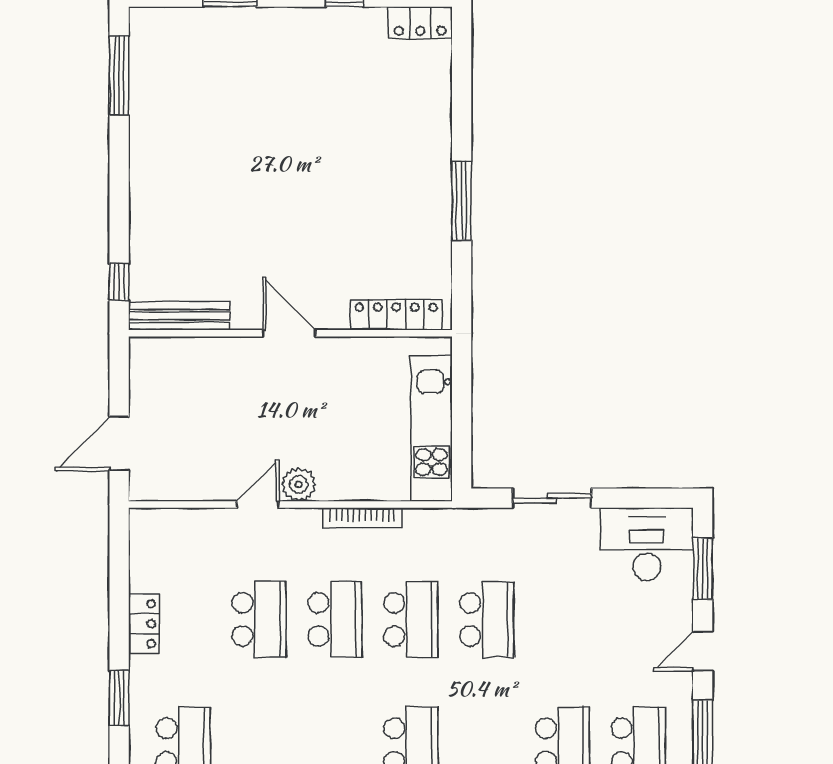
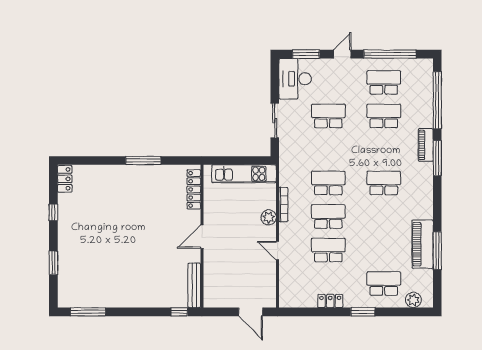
plant: (299, 484) -> (269, 217), moved
school desk: (487, 619) -> (328, 116), moved
door: (703, 651) -> (342, 54), swing flipped

